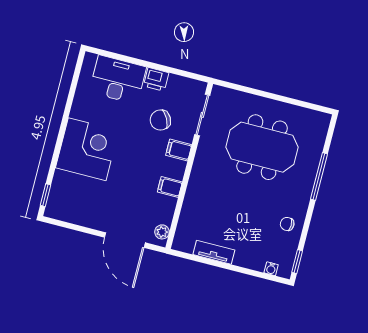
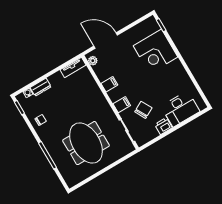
meeting table: (262, 147) -> (86, 143), turned 90
corner desk: (87, 149) -> (155, 51), moved
tv unit: (214, 252) -> (73, 67), moved
dresser: (250, 261) -> (41, 87), added

